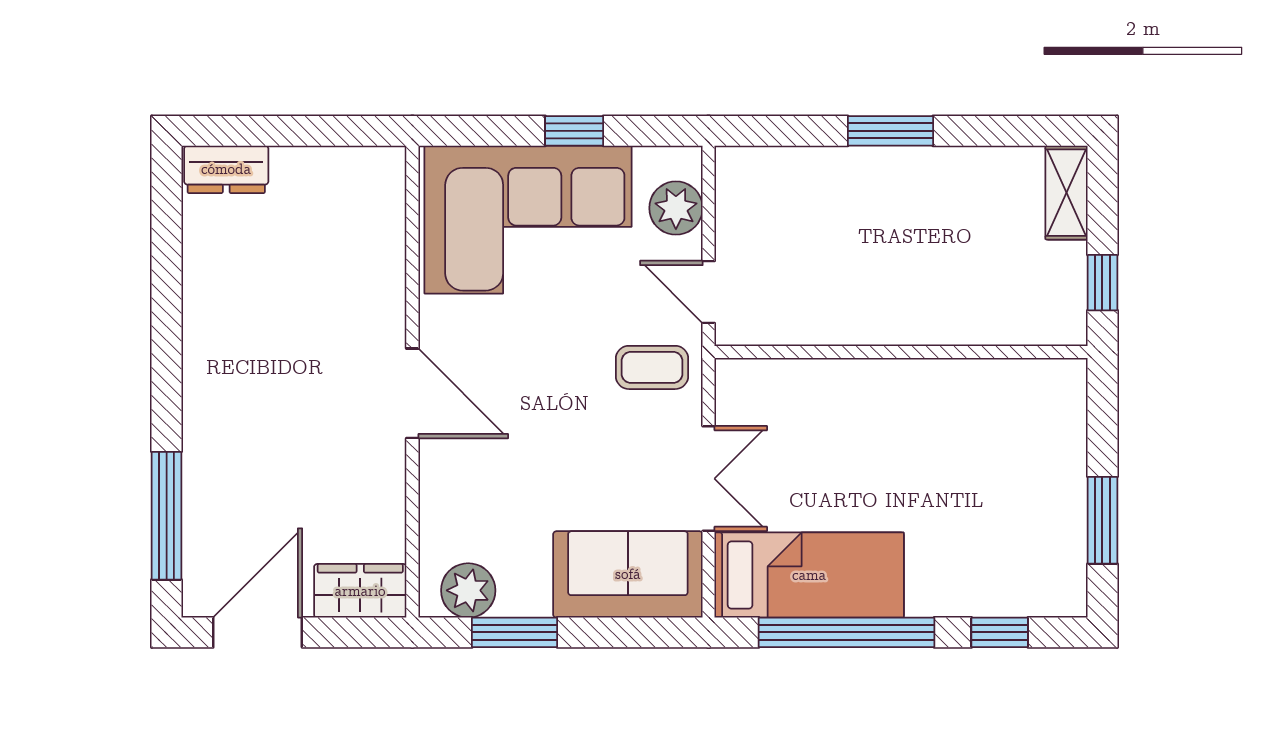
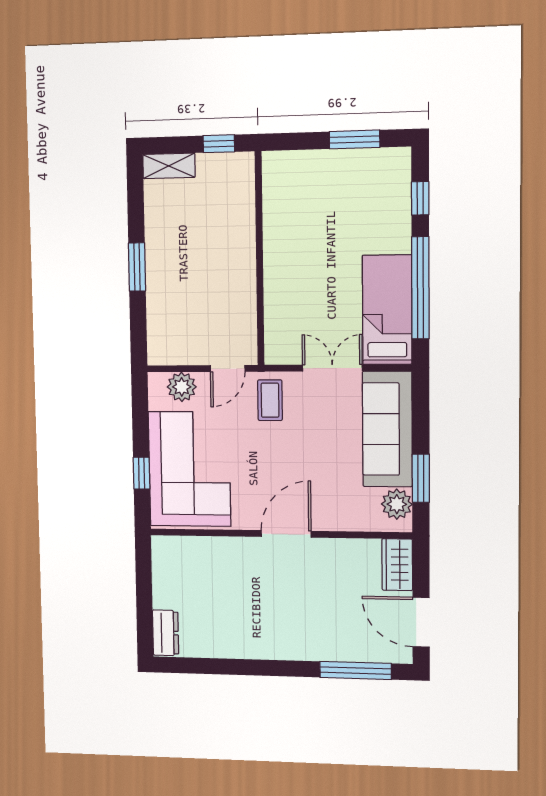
window: (574, 131) -> (142, 473), moved
sofa: (628, 574) -> (387, 429), width x1.36

